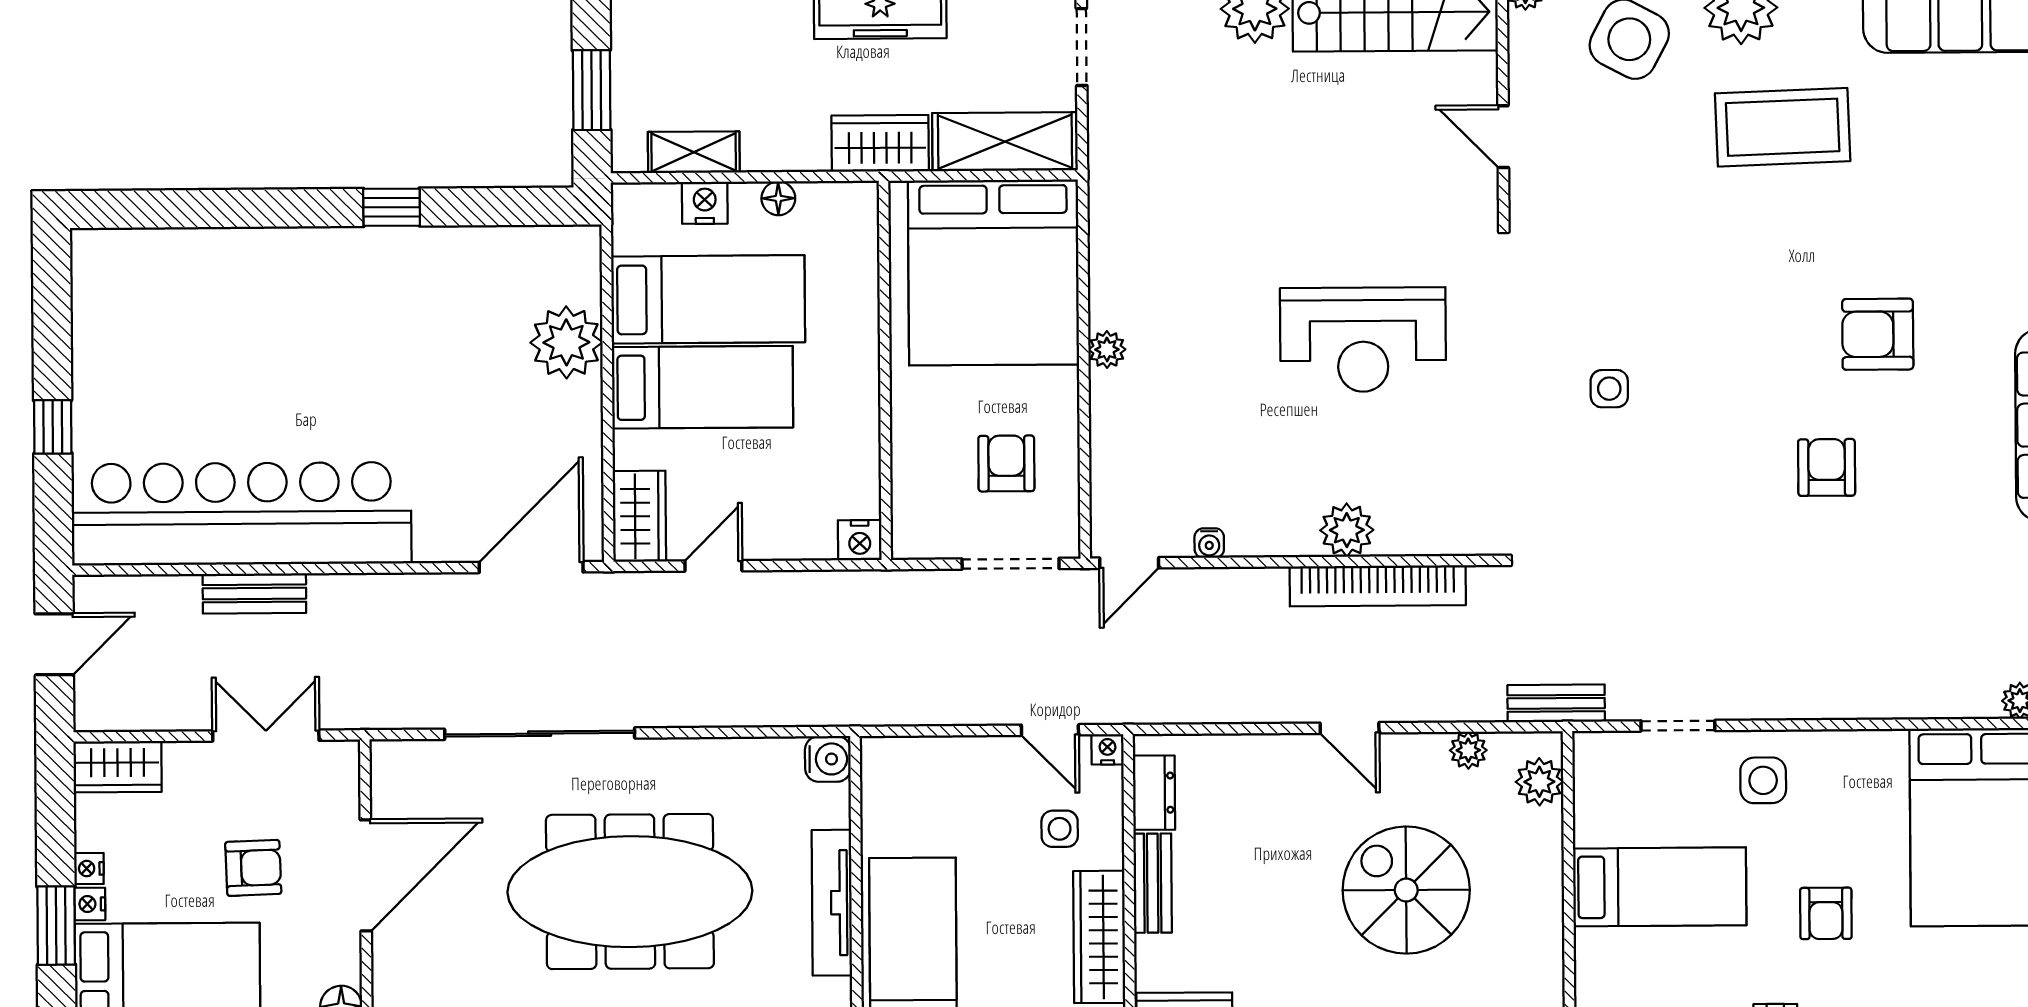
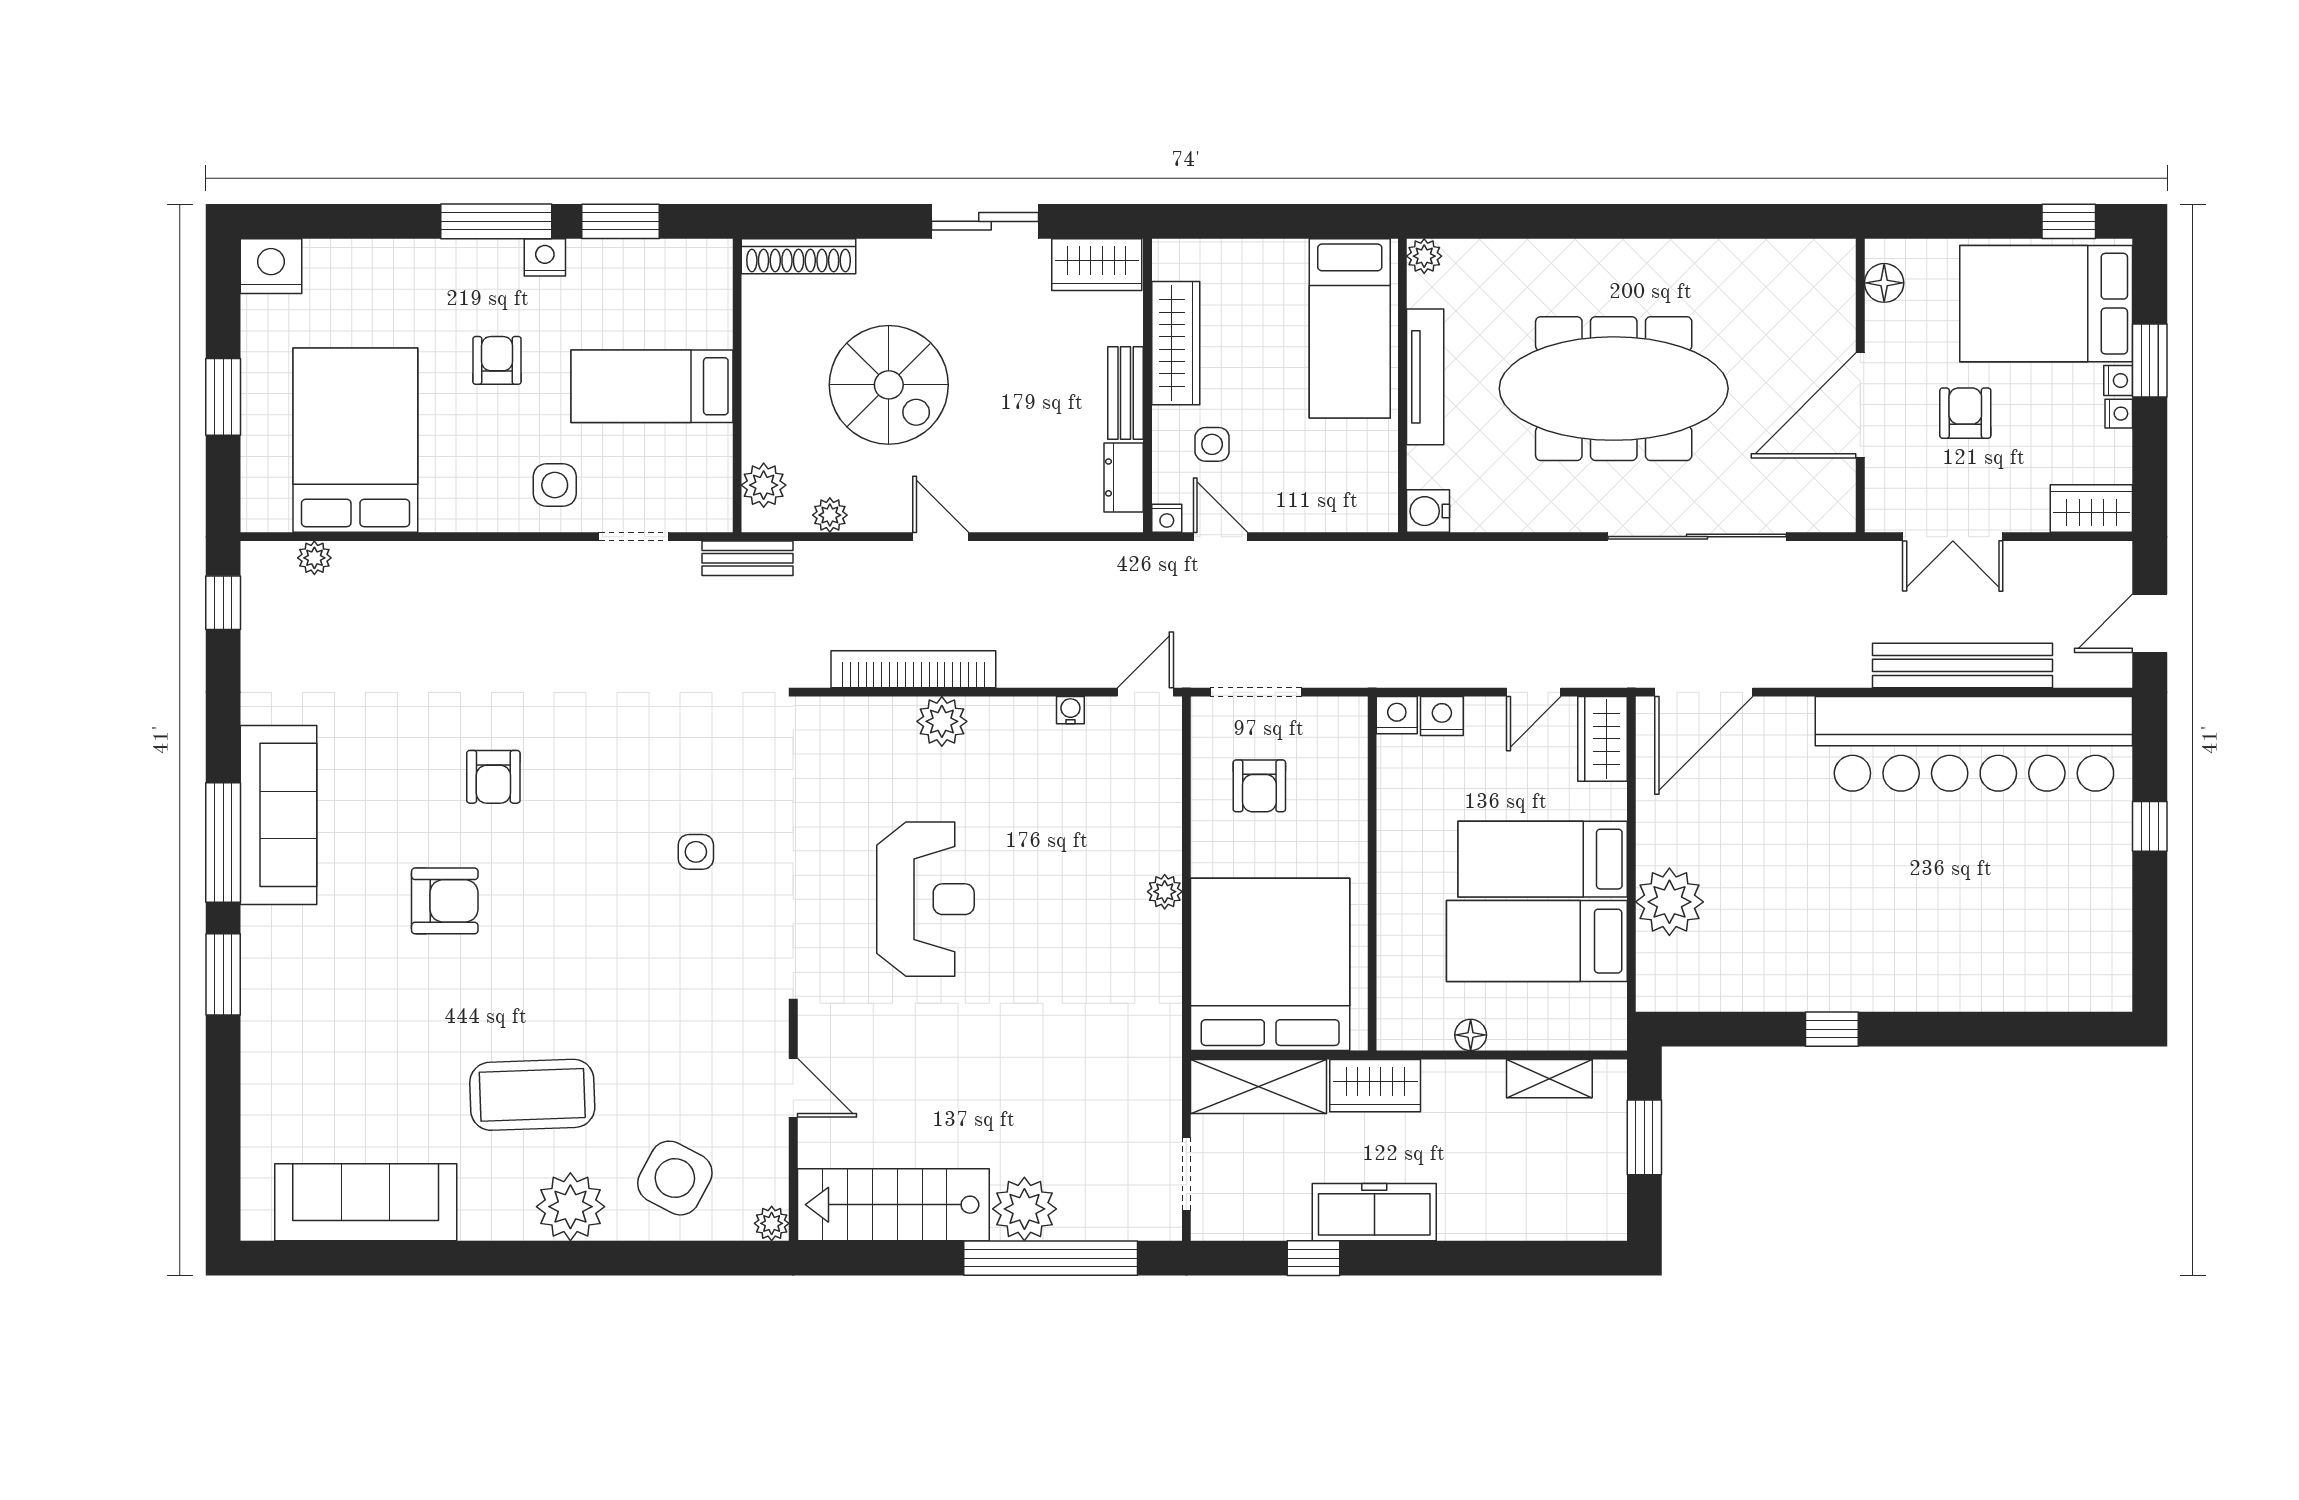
nightstand: (705, 203) -> (1442, 716), moved, turned 180
reception desk: (1363, 340) -> (925, 899), turned 90
bench: (254, 593) -> (1962, 665), width x1.86, depth x1.21
armchair: (253, 868) -> (1965, 413), turned 92

